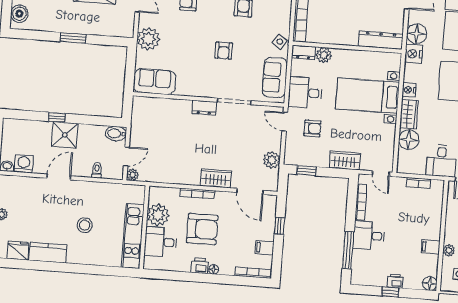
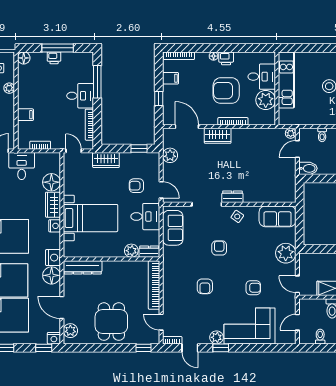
side table: (280, 42) -> (237, 216), moved
filing cabinet: (431, 247) -> (25, 115), moved
window: (390, 292) -> (58, 48), width x2.17

